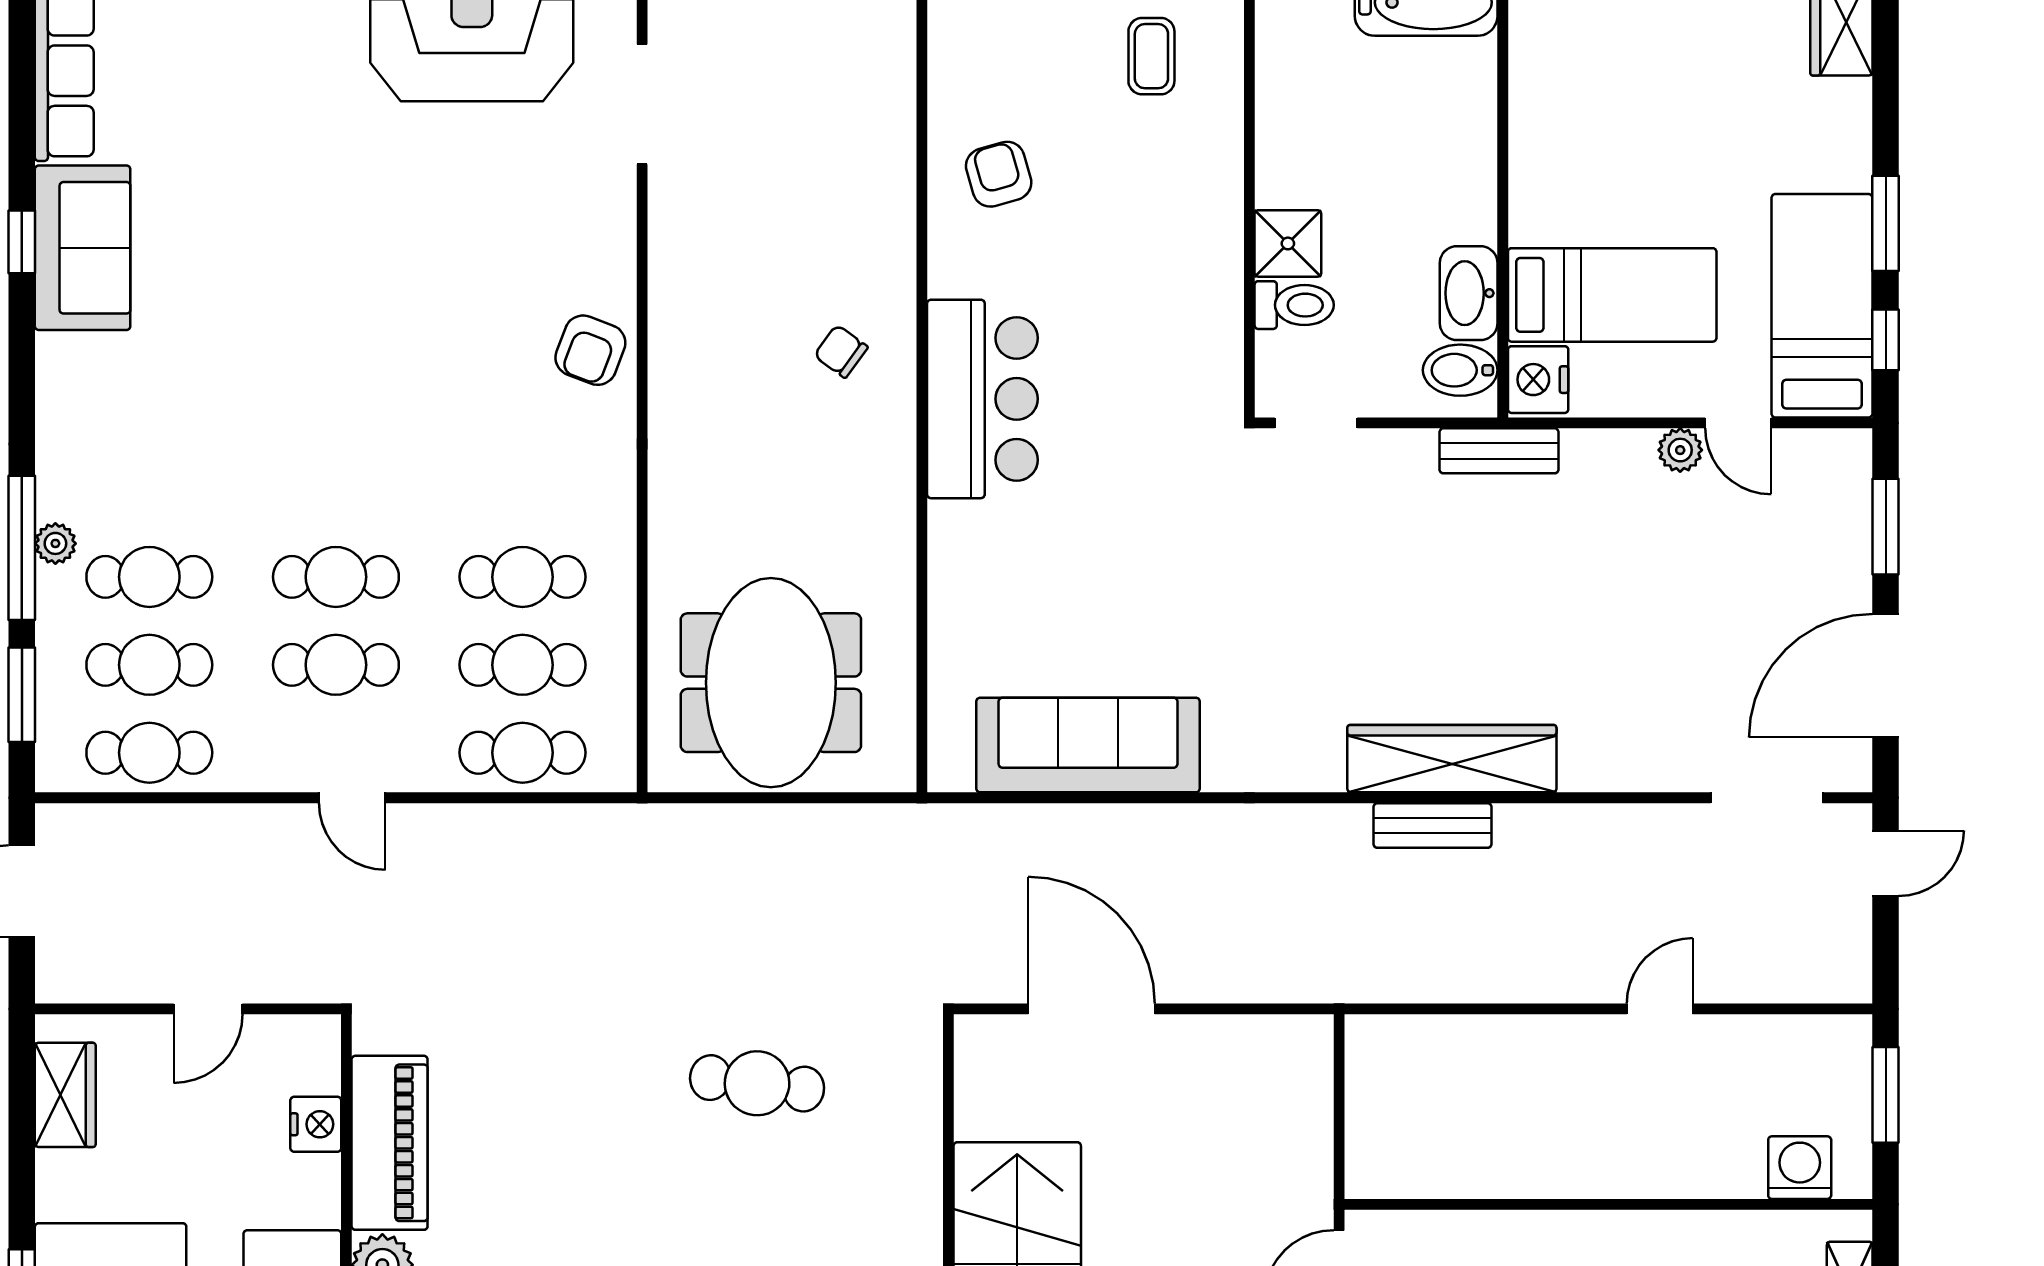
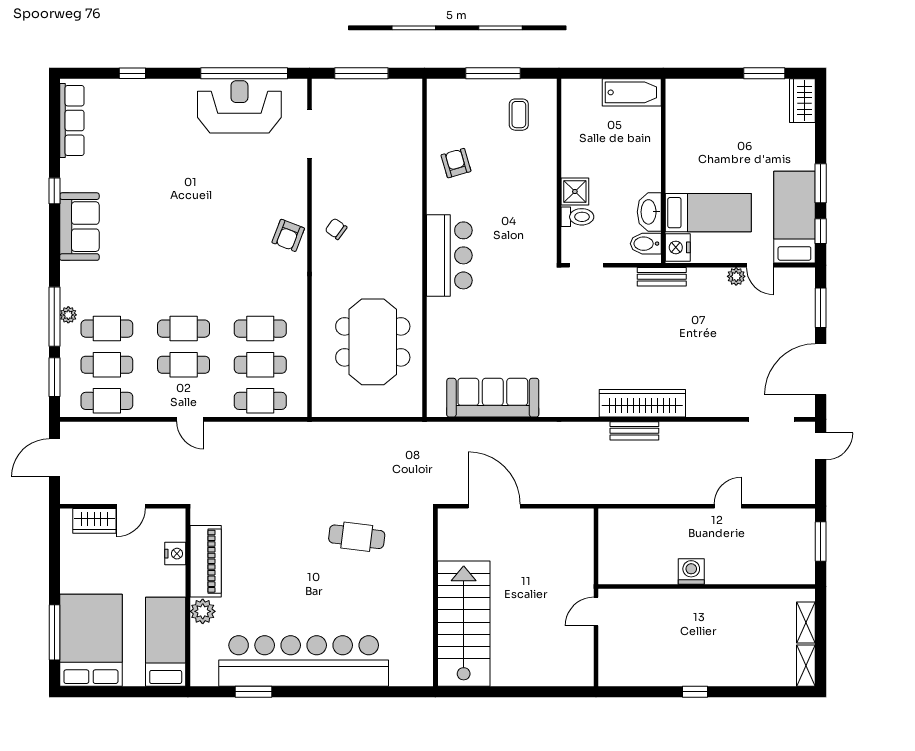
sofa: (83, 248) -> (79, 227), moved
chair: (841, 351) -> (336, 229), moved
meeting table: (771, 683) -> (373, 342), moved
wardrobe: (65, 1095) -> (94, 521), moved, turned 90
washing machine: (1800, 1168) -> (691, 571), moved

